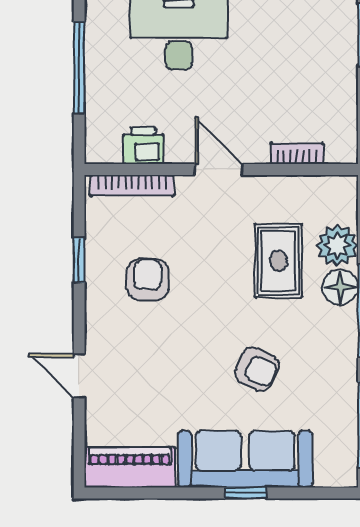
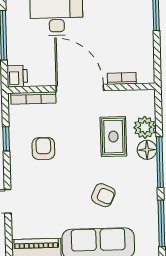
printer: (143, 146) -> (17, 76), moved, turned 90
door: (219, 170) -> (80, 88), width x1.88

